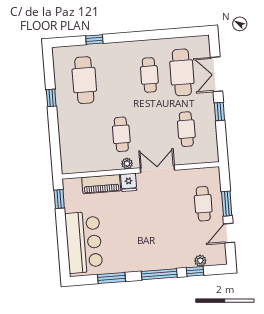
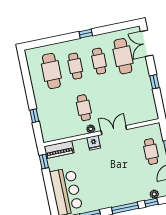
window: (94, 40) -> (86, 34), moved
double door: (217, 74) -> (147, 43), moved
window: (51, 98) -> (34, 116), moved
cafe table: (186, 129) -> (75, 66), moved
piano: (101, 184) -> (59, 150), moved

